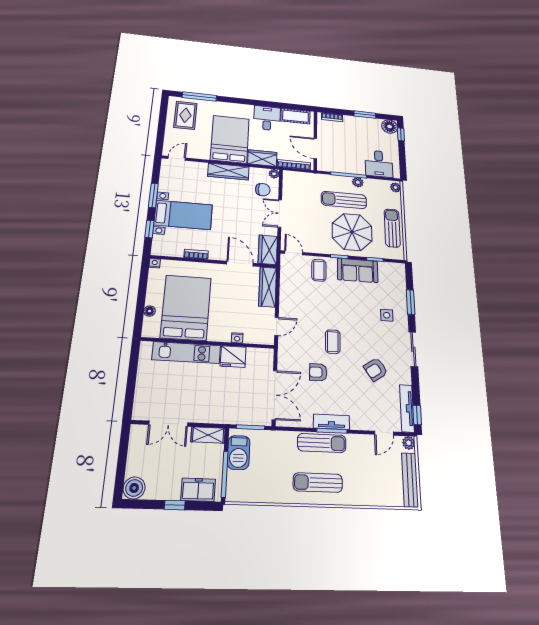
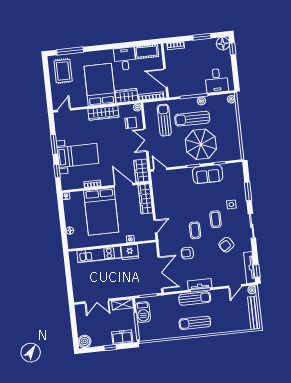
sun lounger: (392, 228) -> (164, 120), moved
coffee table: (319, 270) -> (216, 219), moved
bed: (186, 308) -> (101, 211), moved, turned 180

